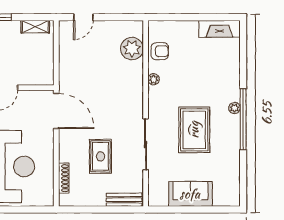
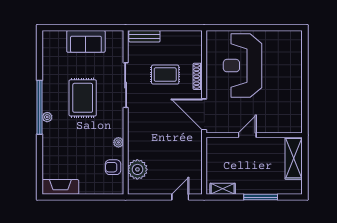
rug: (100, 156) -> (165, 75), turned 90
shoe rack: (64, 178) -> (198, 76), moved

